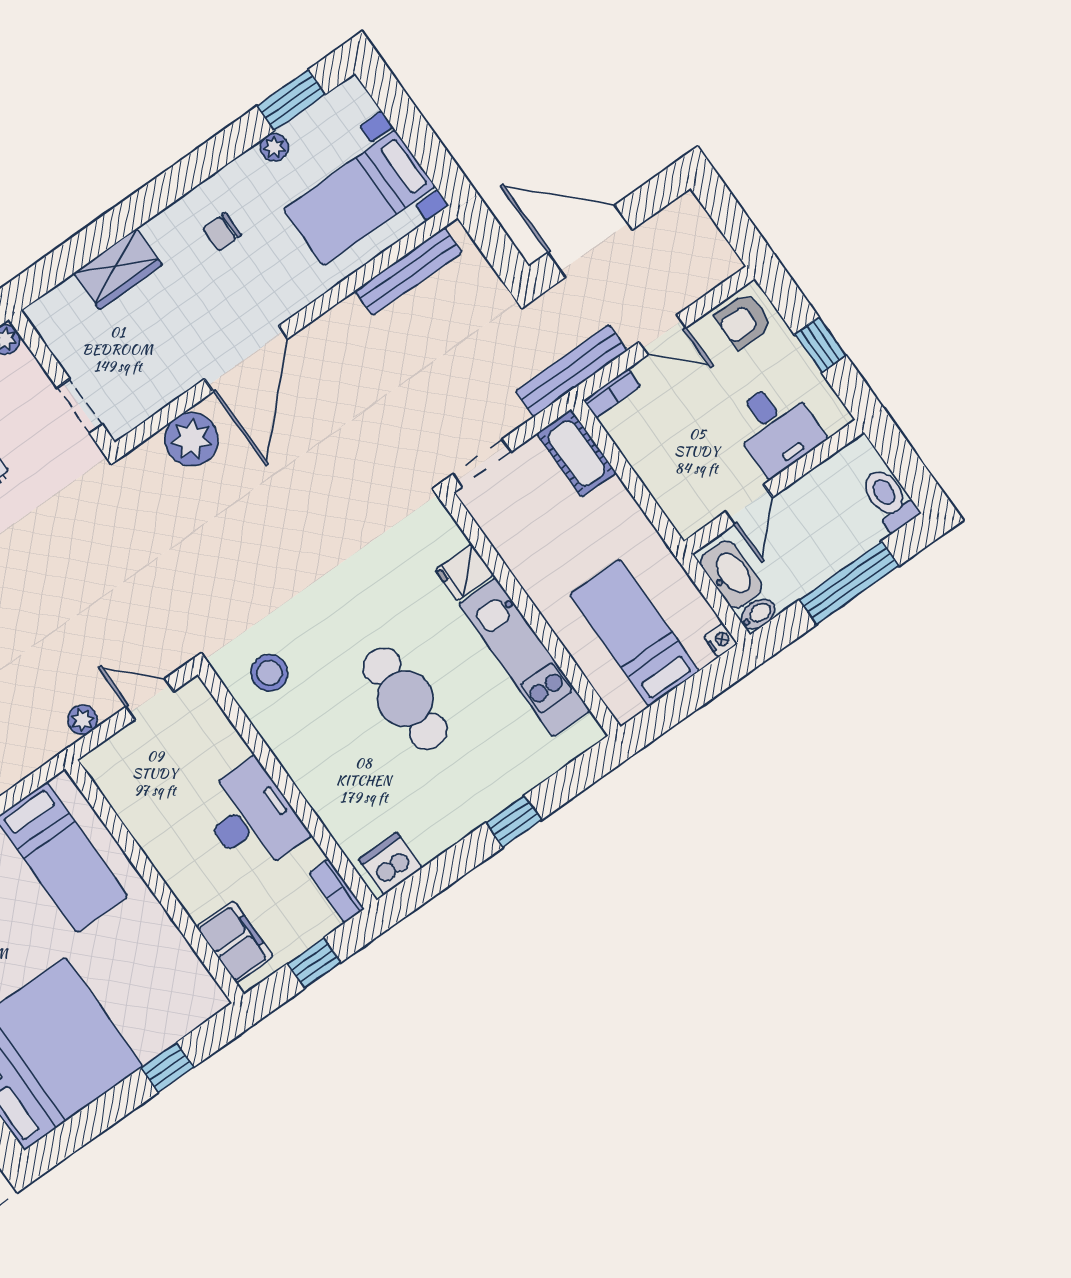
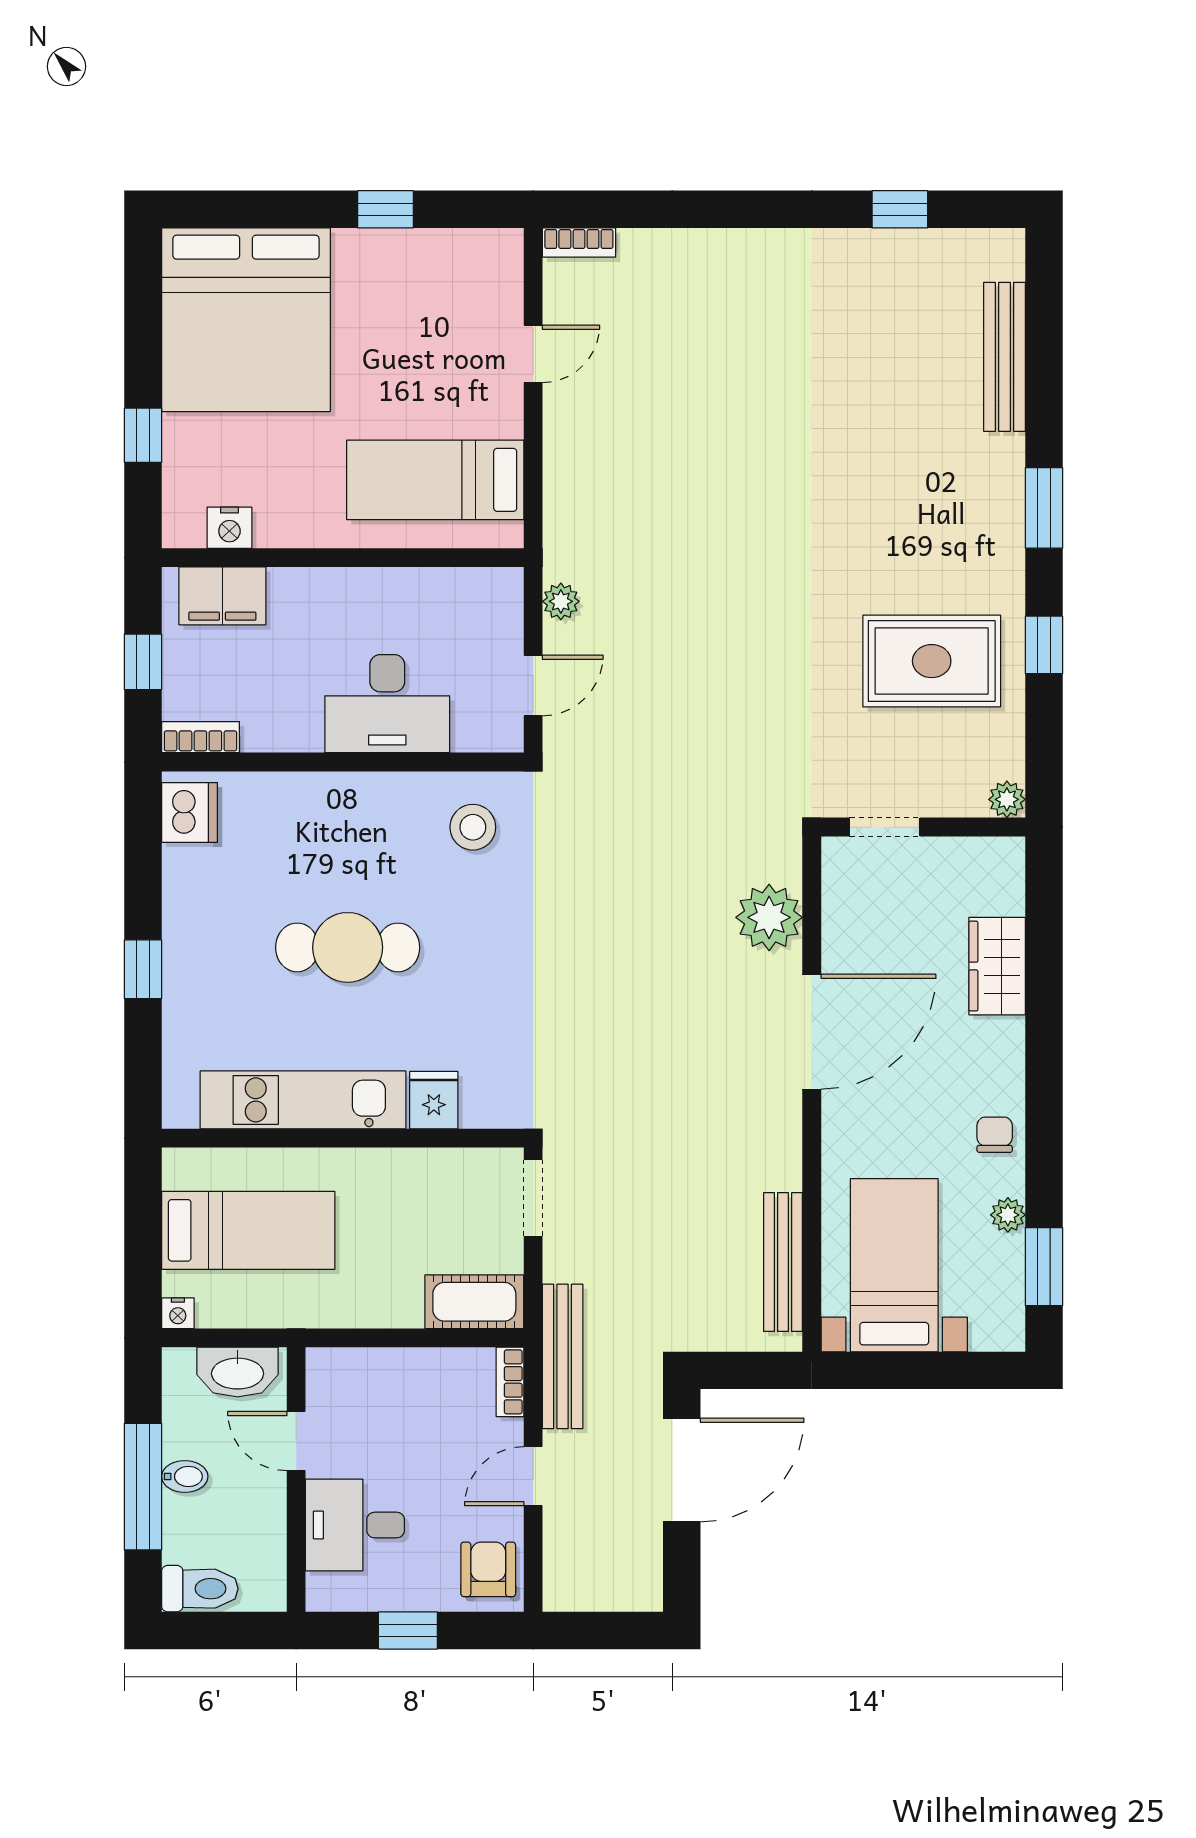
chair: (222, 232) -> (995, 1135), moved
door: (246, 359) -> (812, 1032), swing flipped
bidet: (758, 614) -> (185, 1476), moved, turned -90
desk: (252, 817) -> (387, 704), moved
nightstand: (187, 969) -> (229, 528), added

